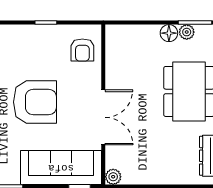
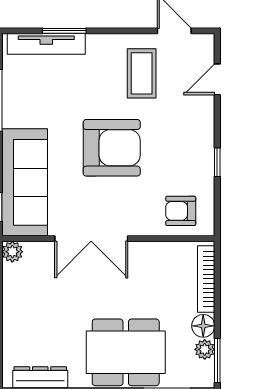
bookcase: (134, 31) -> (206, 279), added
armchair: (35, 102) -> (112, 148), turned -90

